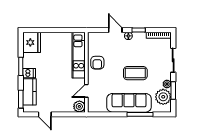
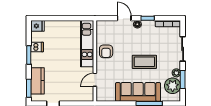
fridge: (32, 42) -> (37, 26), width x0.53, depth x0.75
dishwasher: (29, 73) -> (37, 47), moved
plant: (79, 106) -> (88, 96), removed

